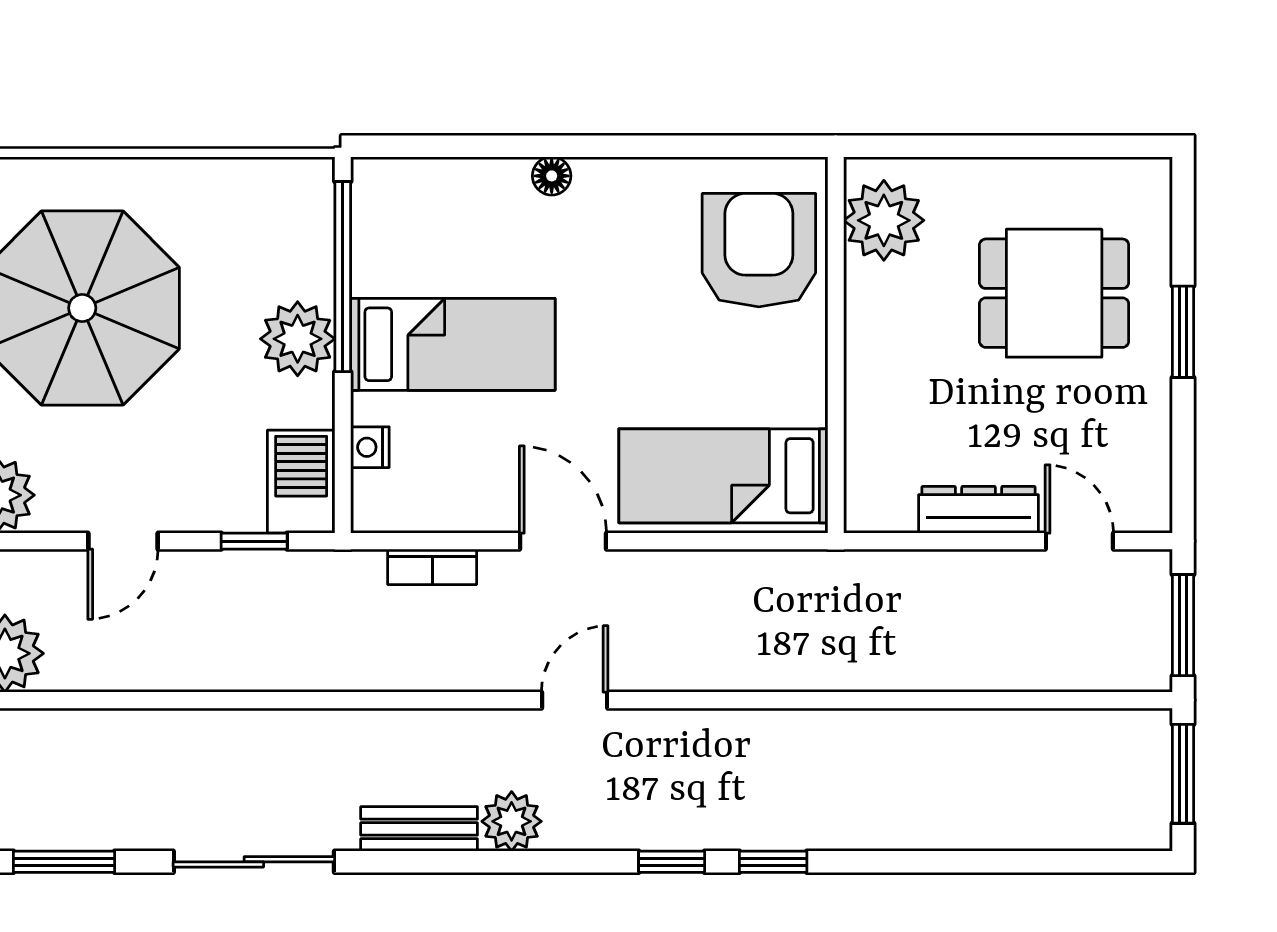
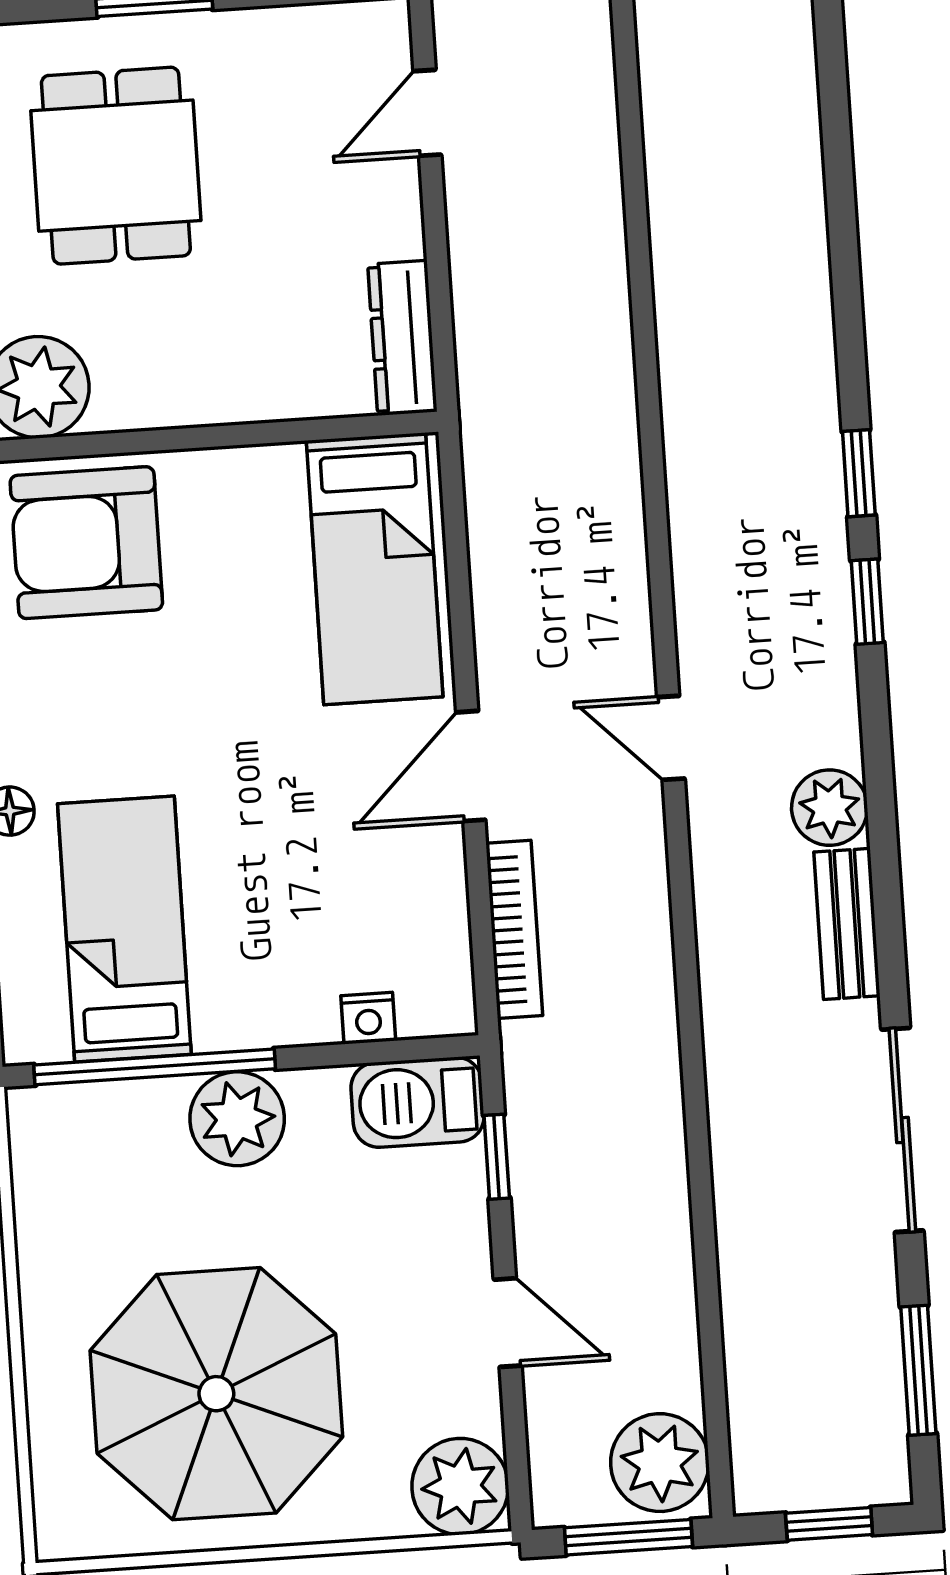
bed: (453, 344) -> (124, 929), moved
dresser: (979, 510) -> (402, 338), moved
bookcase: (432, 567) -> (514, 929), width x1.56

